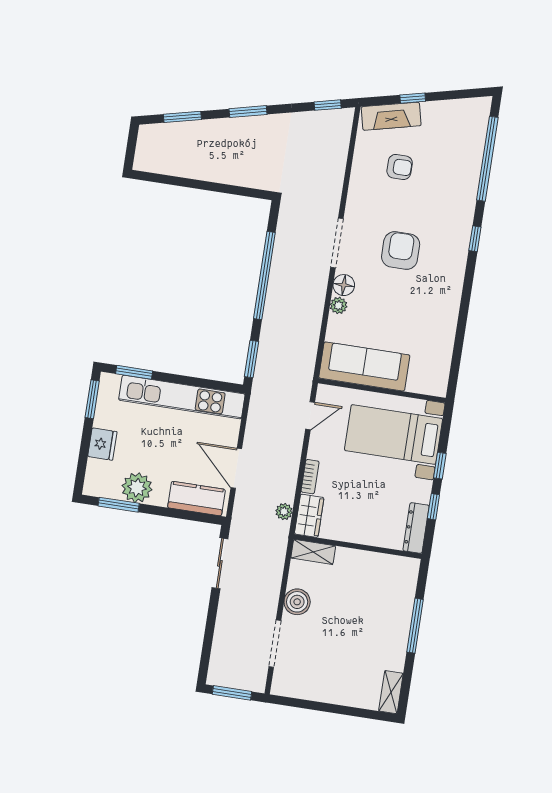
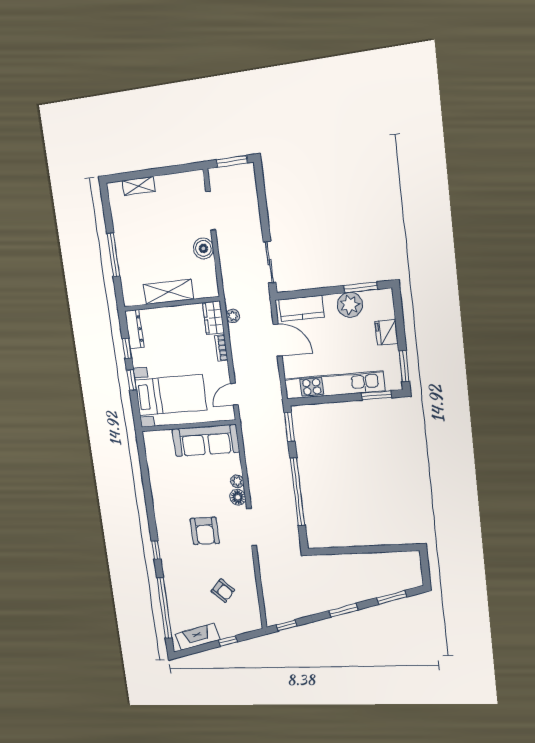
fireplace: (391, 116) -> (198, 637), moved
armchair: (400, 167) -> (223, 591), turned -137
shelving: (313, 552) -> (169, 292), moved, width x1.50, depth x1.33
shelving: (391, 692) -> (138, 186), moved, turned 90

